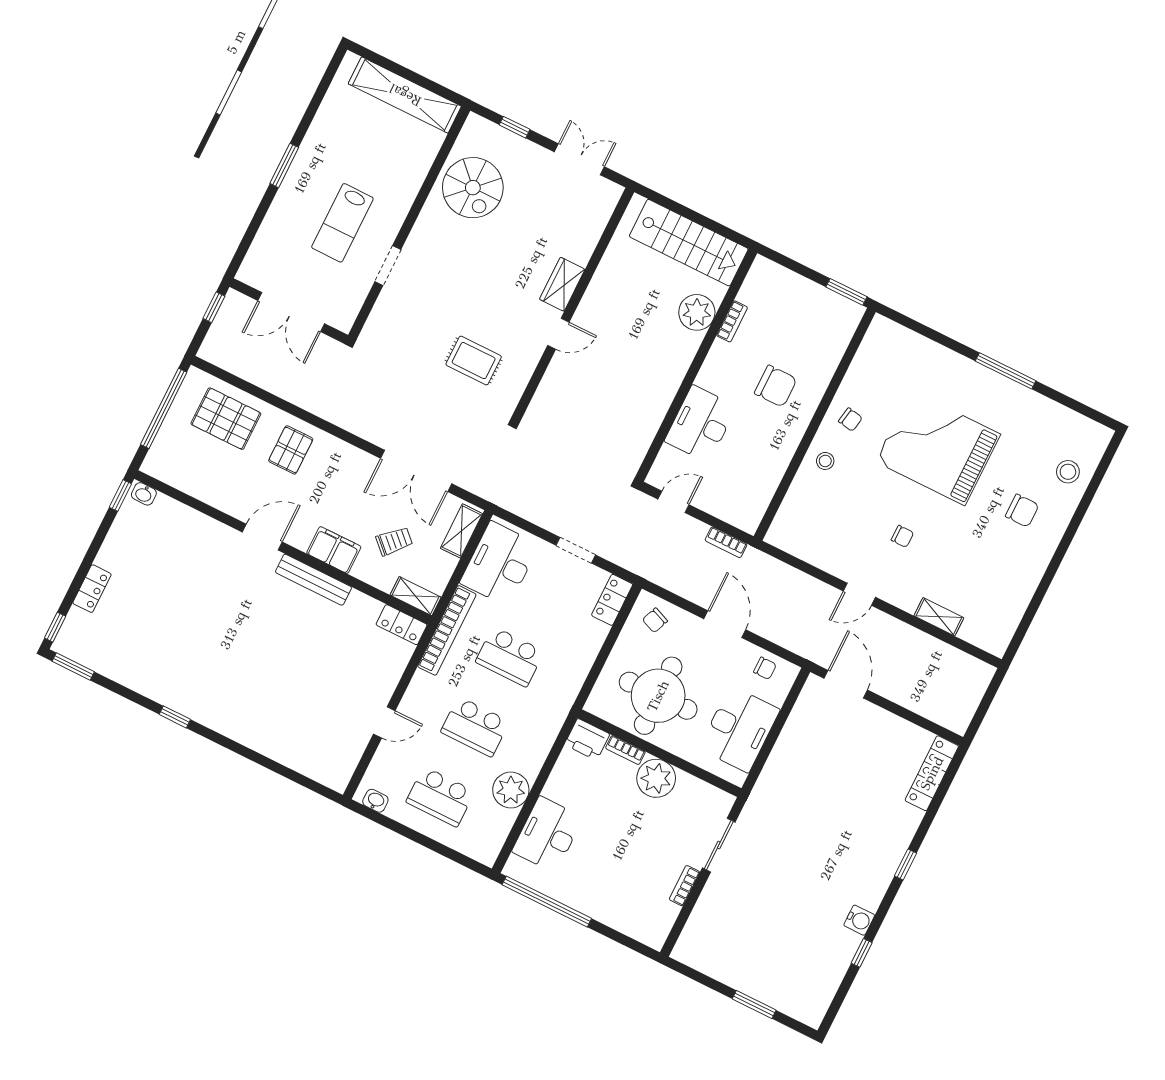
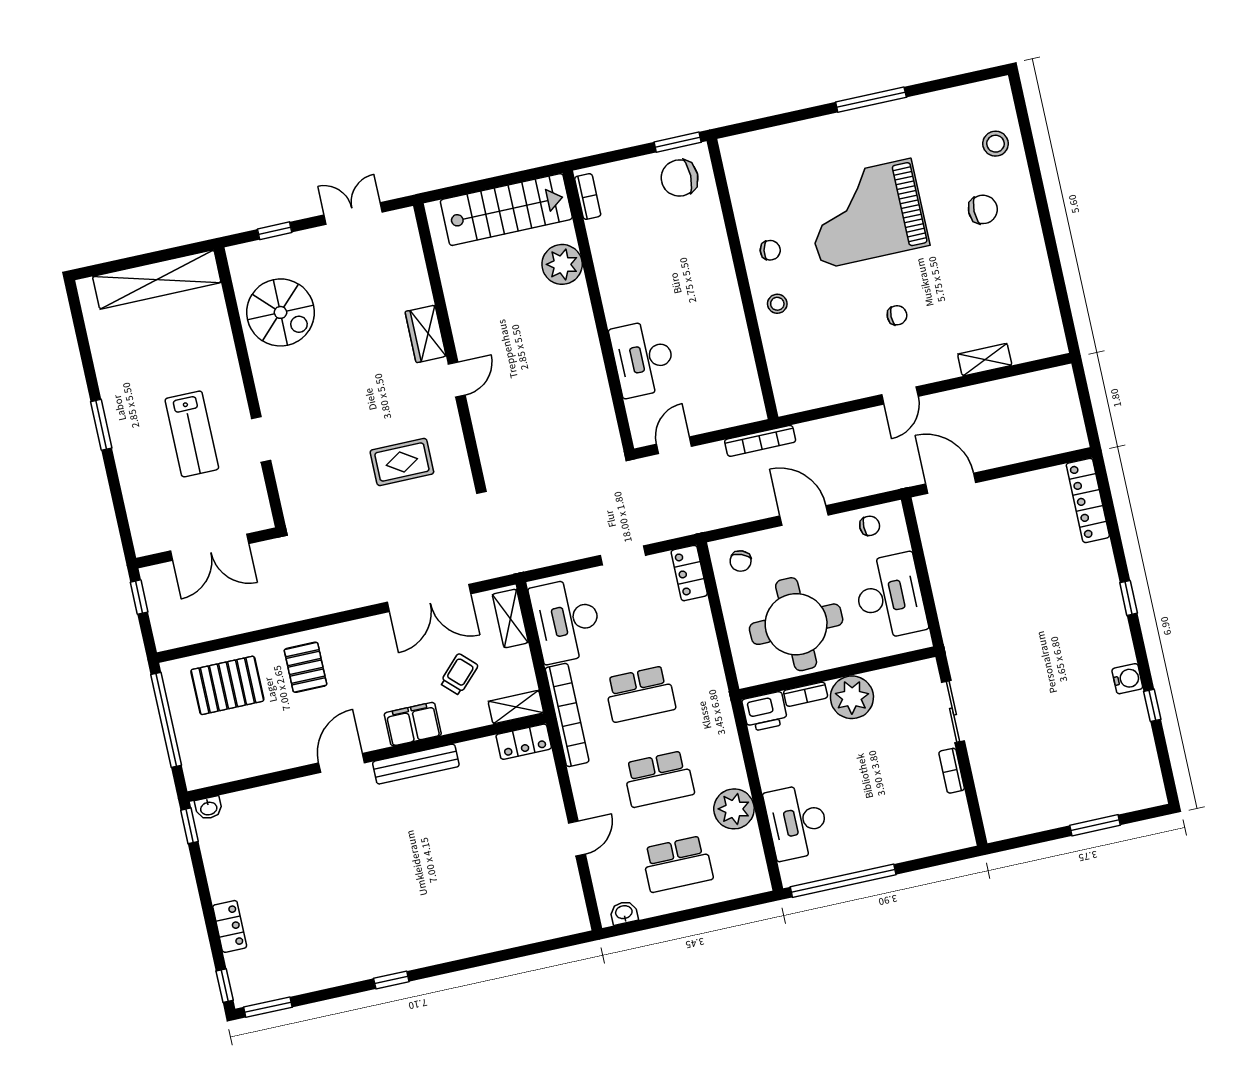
bookcase: (732, 321) -> (588, 196), moved
chair: (776, 386) -> (680, 178), moved, turned 180
bookcase: (726, 542) -> (760, 441), width x1.56

